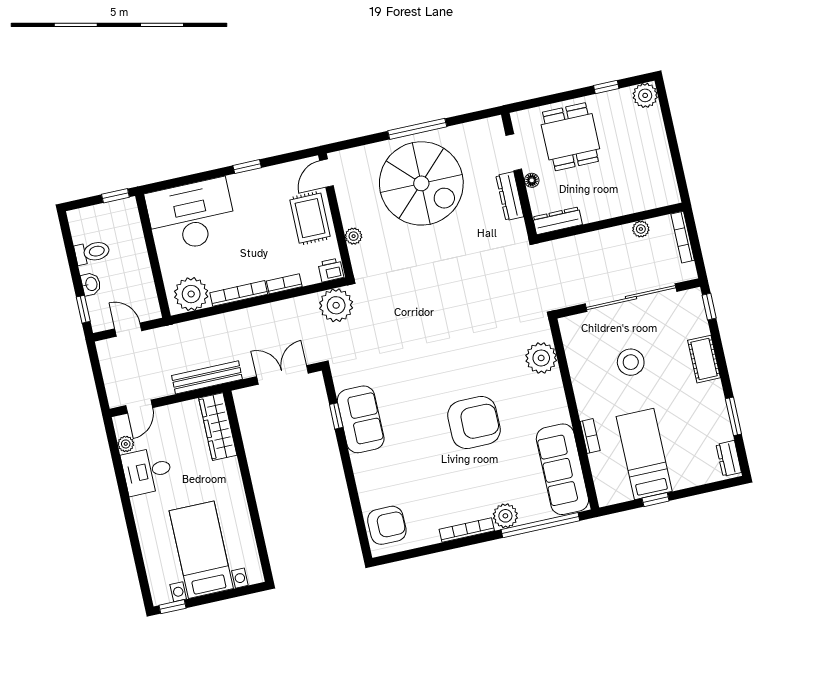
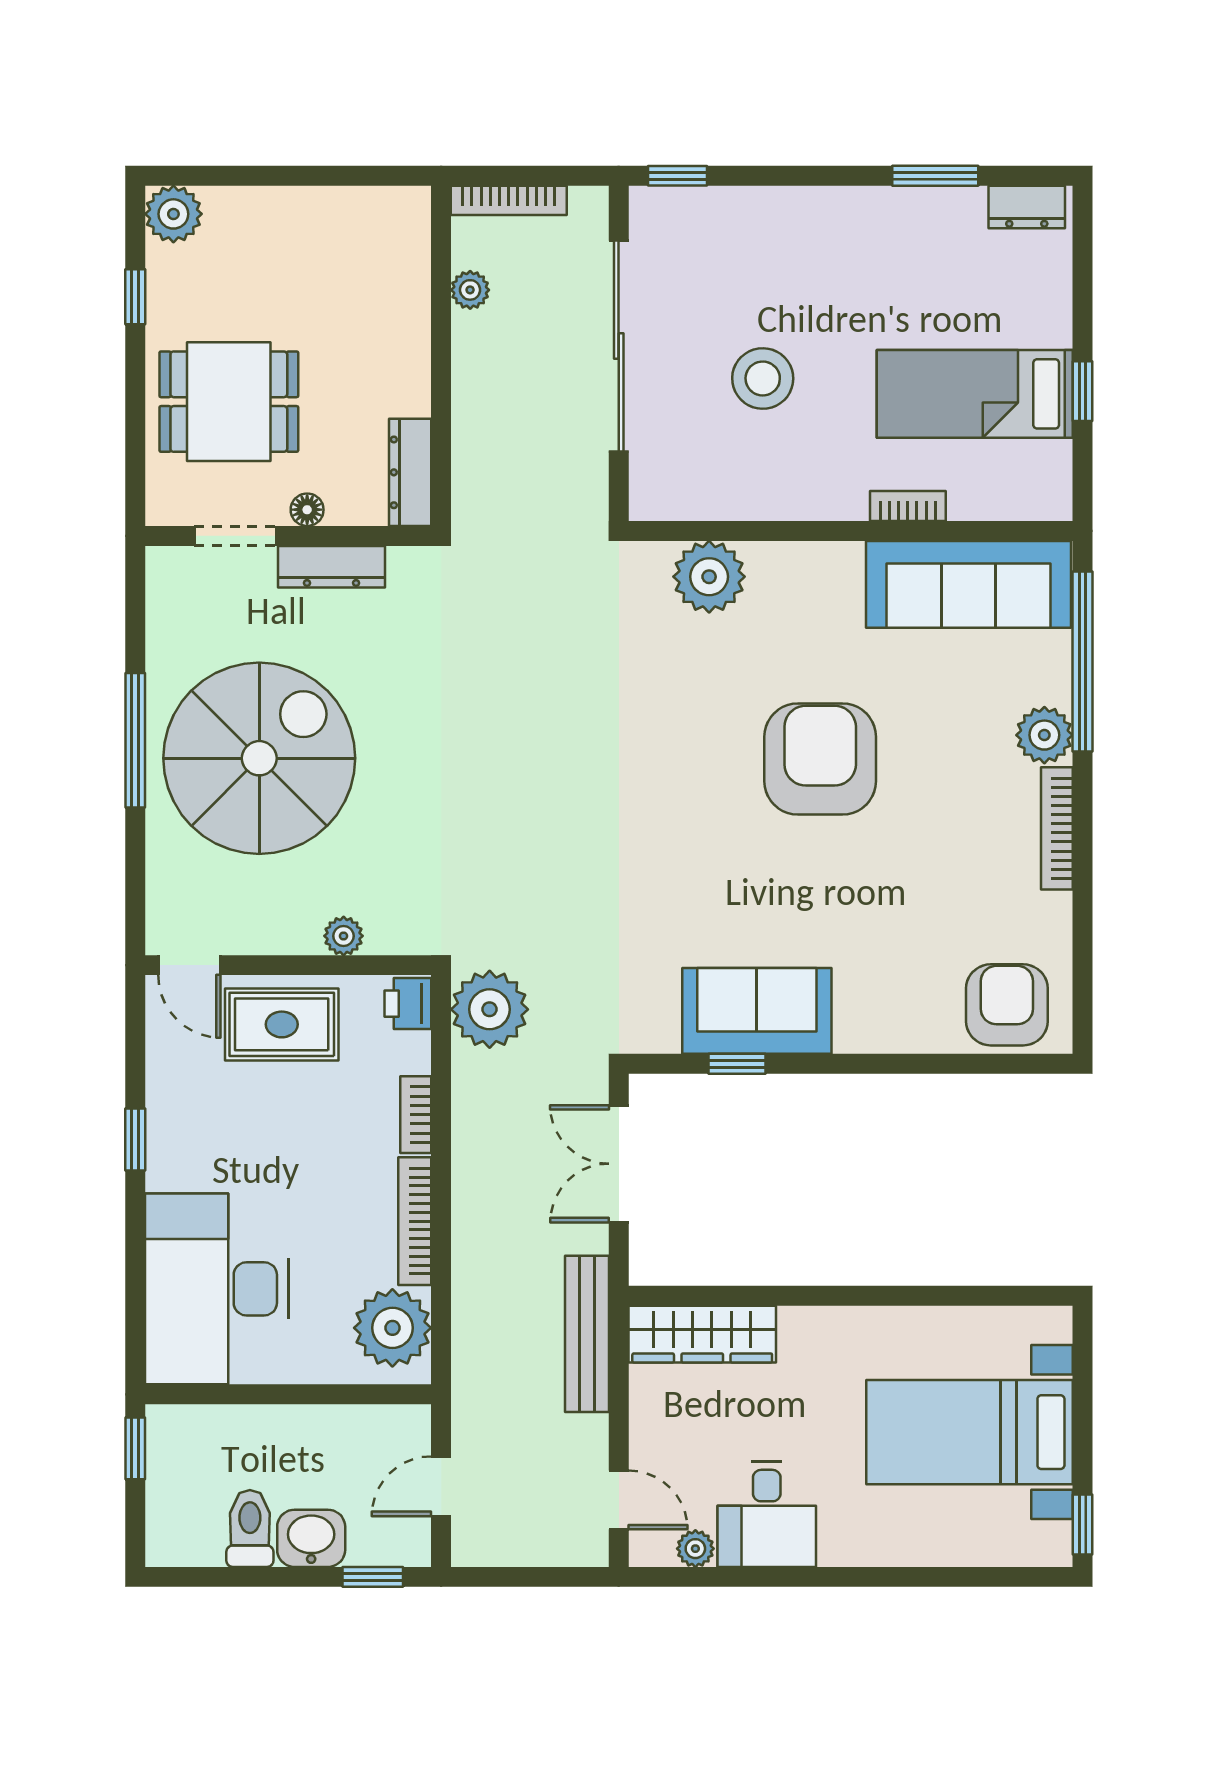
washbasin: (91, 284) -> (311, 1538), width x1.38, depth x1.45
cot: (704, 359) -> (792, 213), removed

